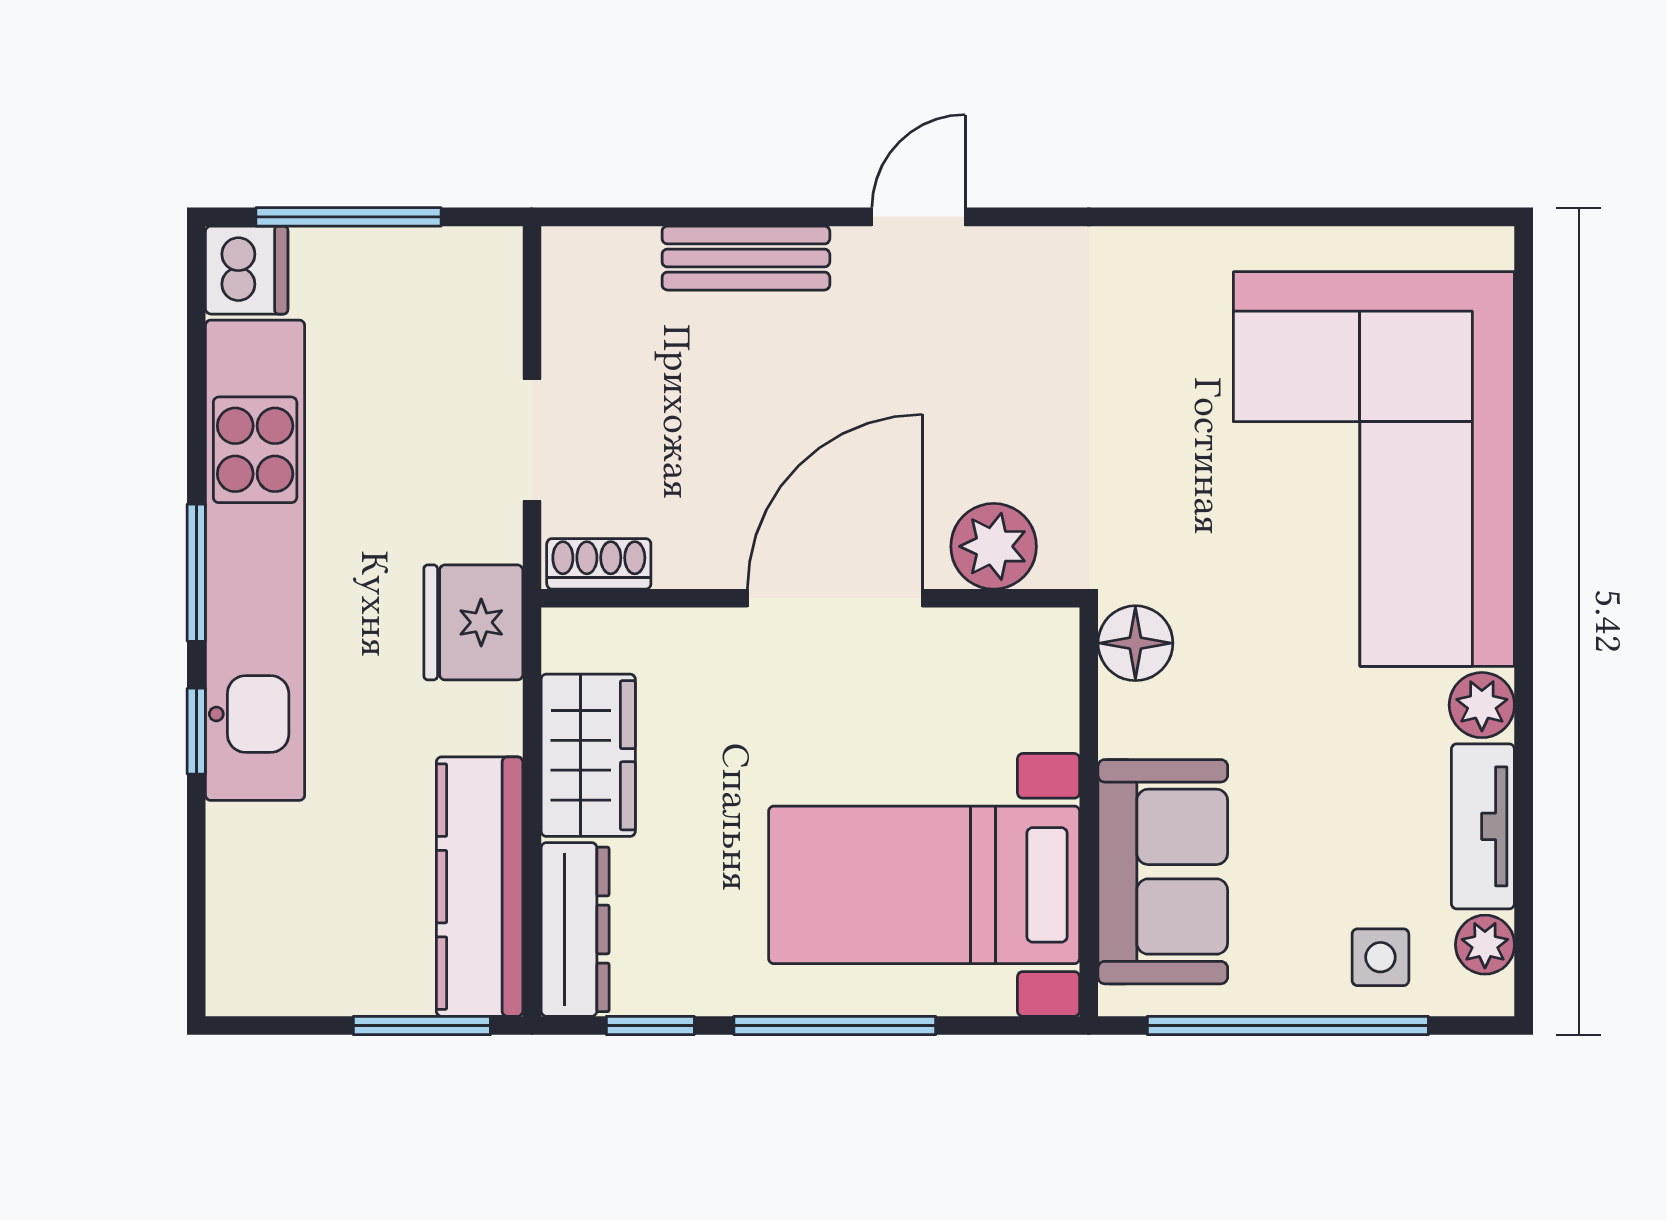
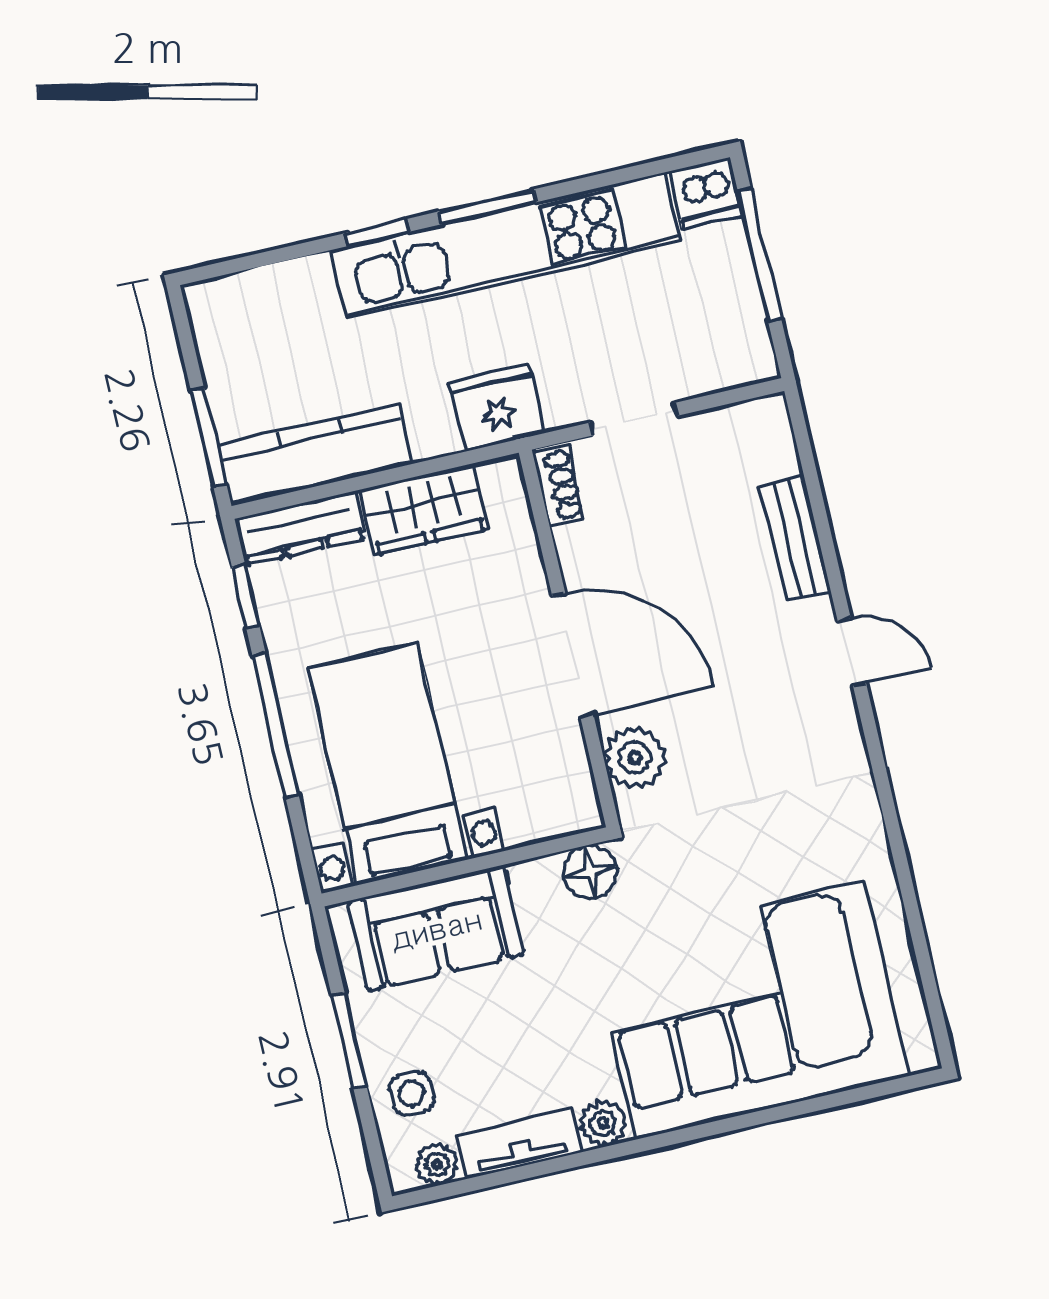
window: (1288, 1025) -> (349, 1040), width x0.47

